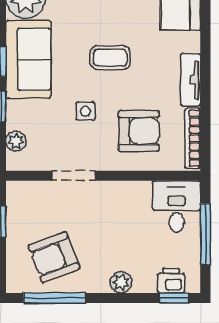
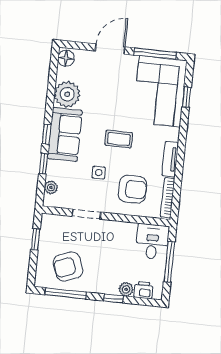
plant: (121, 282) -> (126, 289), moved
window: (174, 298) -> (113, 298), moved

